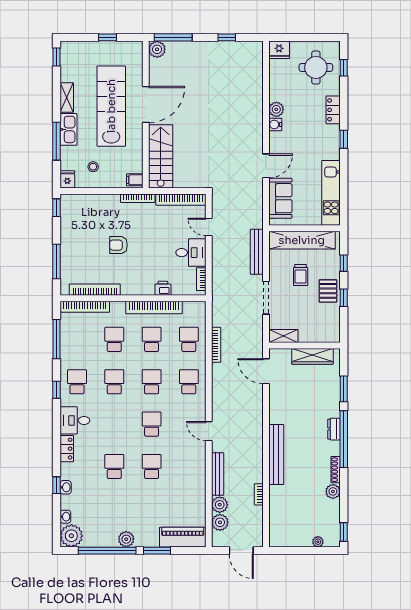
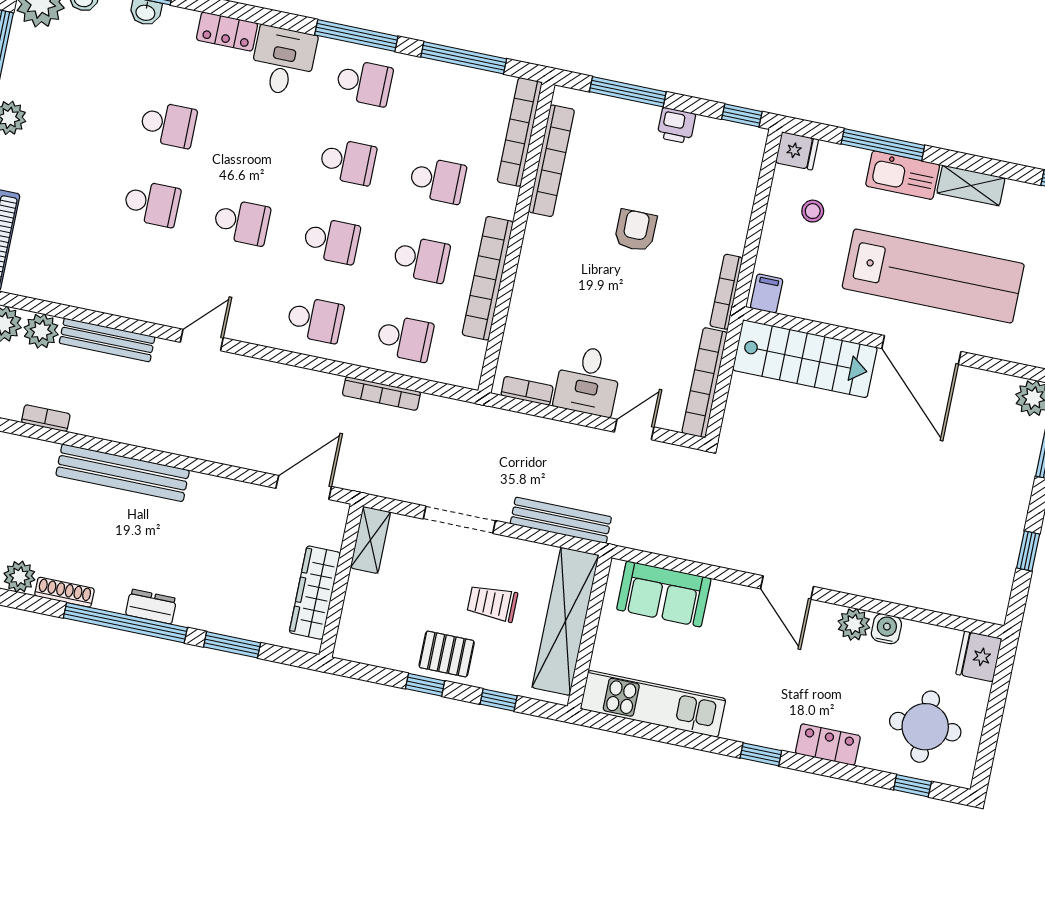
water cooler: (275, 125) -> (886, 629), moved
door: (266, 166) -> (787, 588), moved
printer: (163, 288) -> (676, 126), moved, turned 90
window: (56, 390) -> (356, 36), width x2.17

